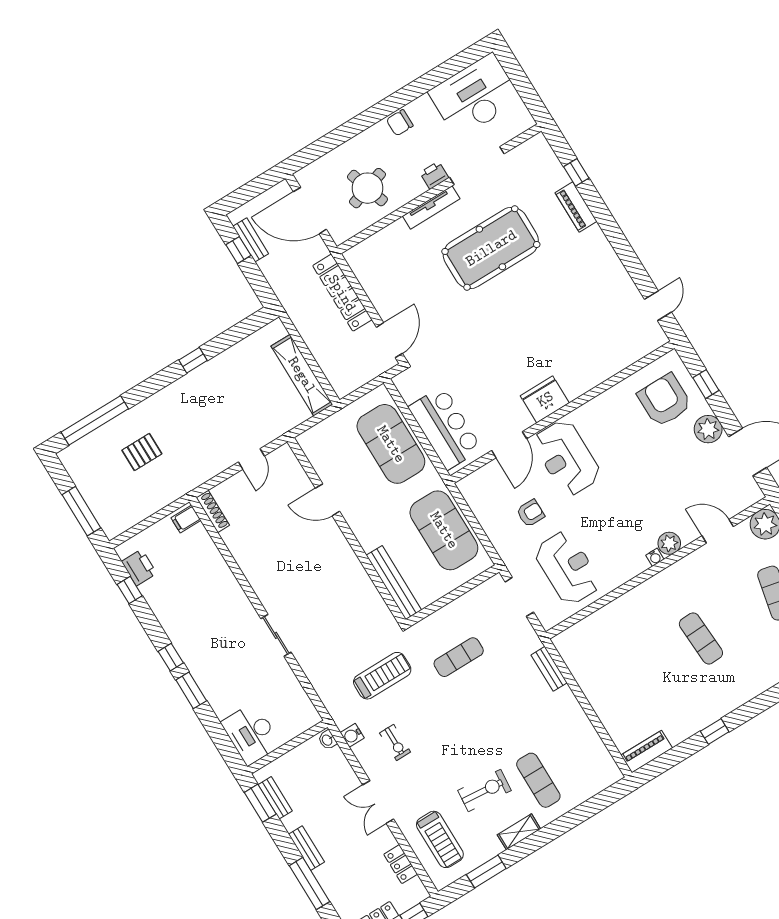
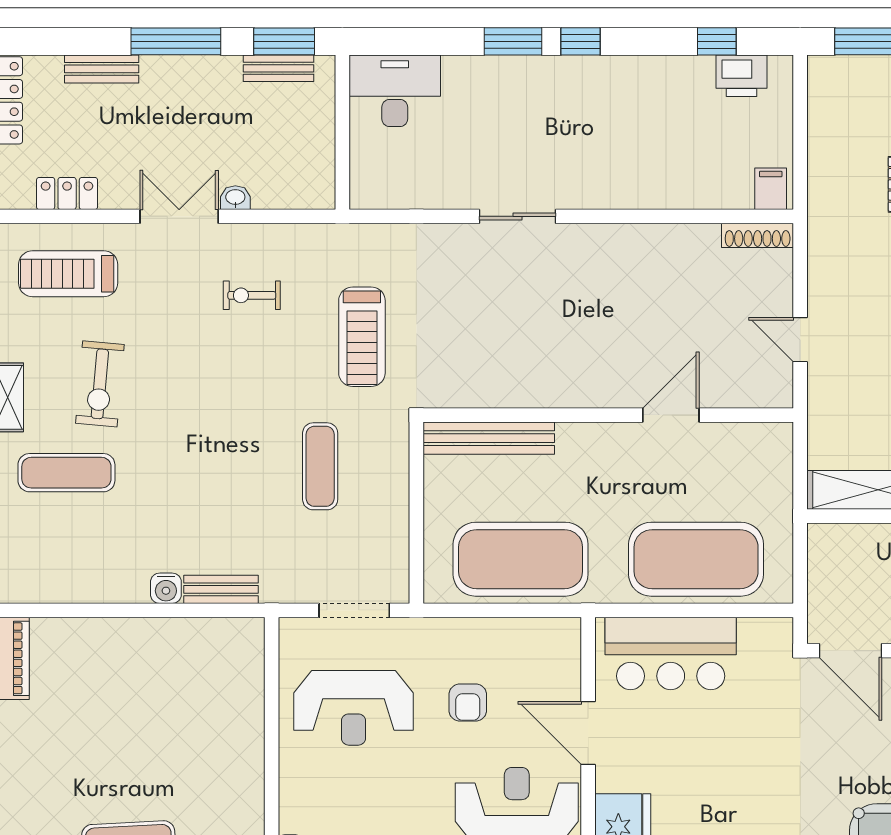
water cooler: (352, 735) -> (166, 588), moved, turned 180
washbasin: (327, 740) -> (235, 198), moved
bench: (306, 848) -> (102, 69), moved
window: (309, 884) -> (176, 41), moved

